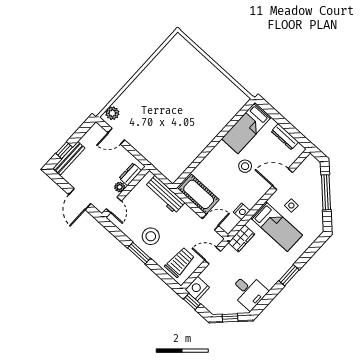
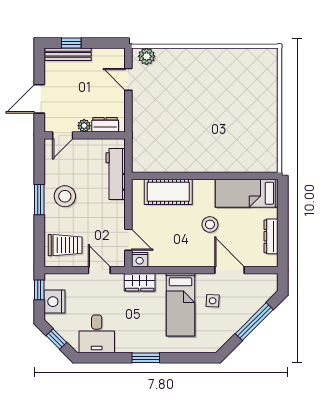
cot: (199, 194) -> (168, 192), moved, turned 90
nightstand: (242, 211) -> (140, 260), moved
nightstand: (197, 289) -> (54, 302), moved, turned -90

